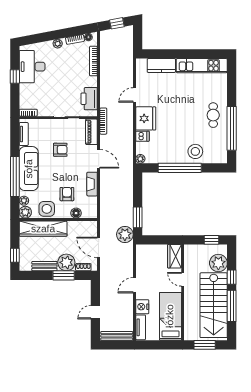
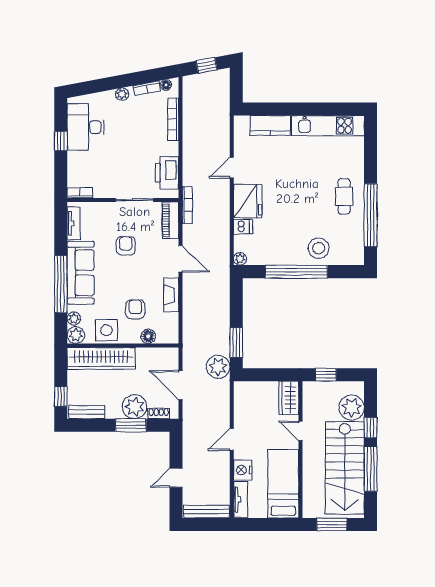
armchair: (60, 150) -> (126, 246), turned -90
window: (211, 240) -> (326, 375), moved
bench: (44, 266) -> (87, 412), moved

